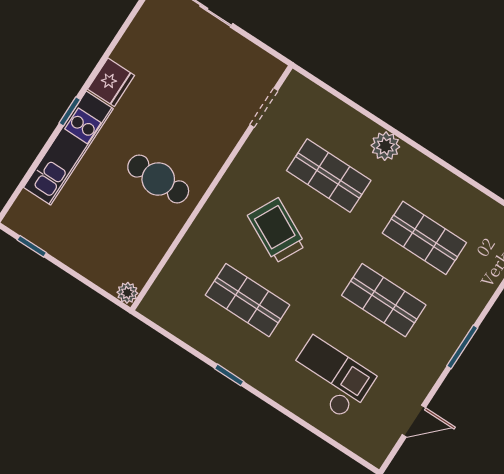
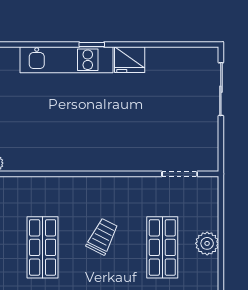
plant: (385, 146) -> (207, 243), moved
cafe table: (158, 179) -> (85, 134), removed
trolley: (277, 231) -> (102, 237), width x0.73, depth x0.72

